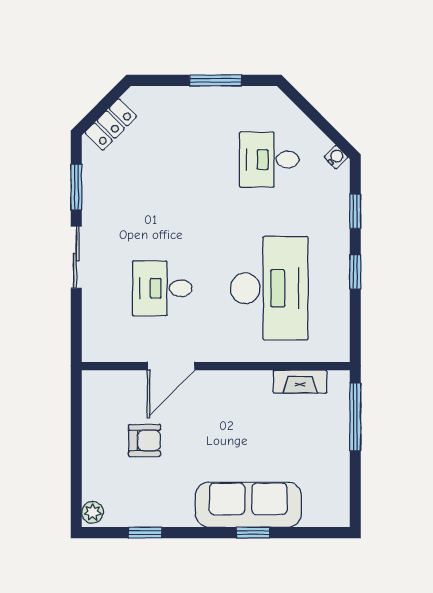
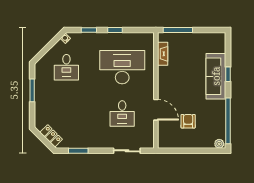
sliding door: (76, 257) -> (127, 151), moved
window: (145, 533) -> (228, 121), width x3.17

